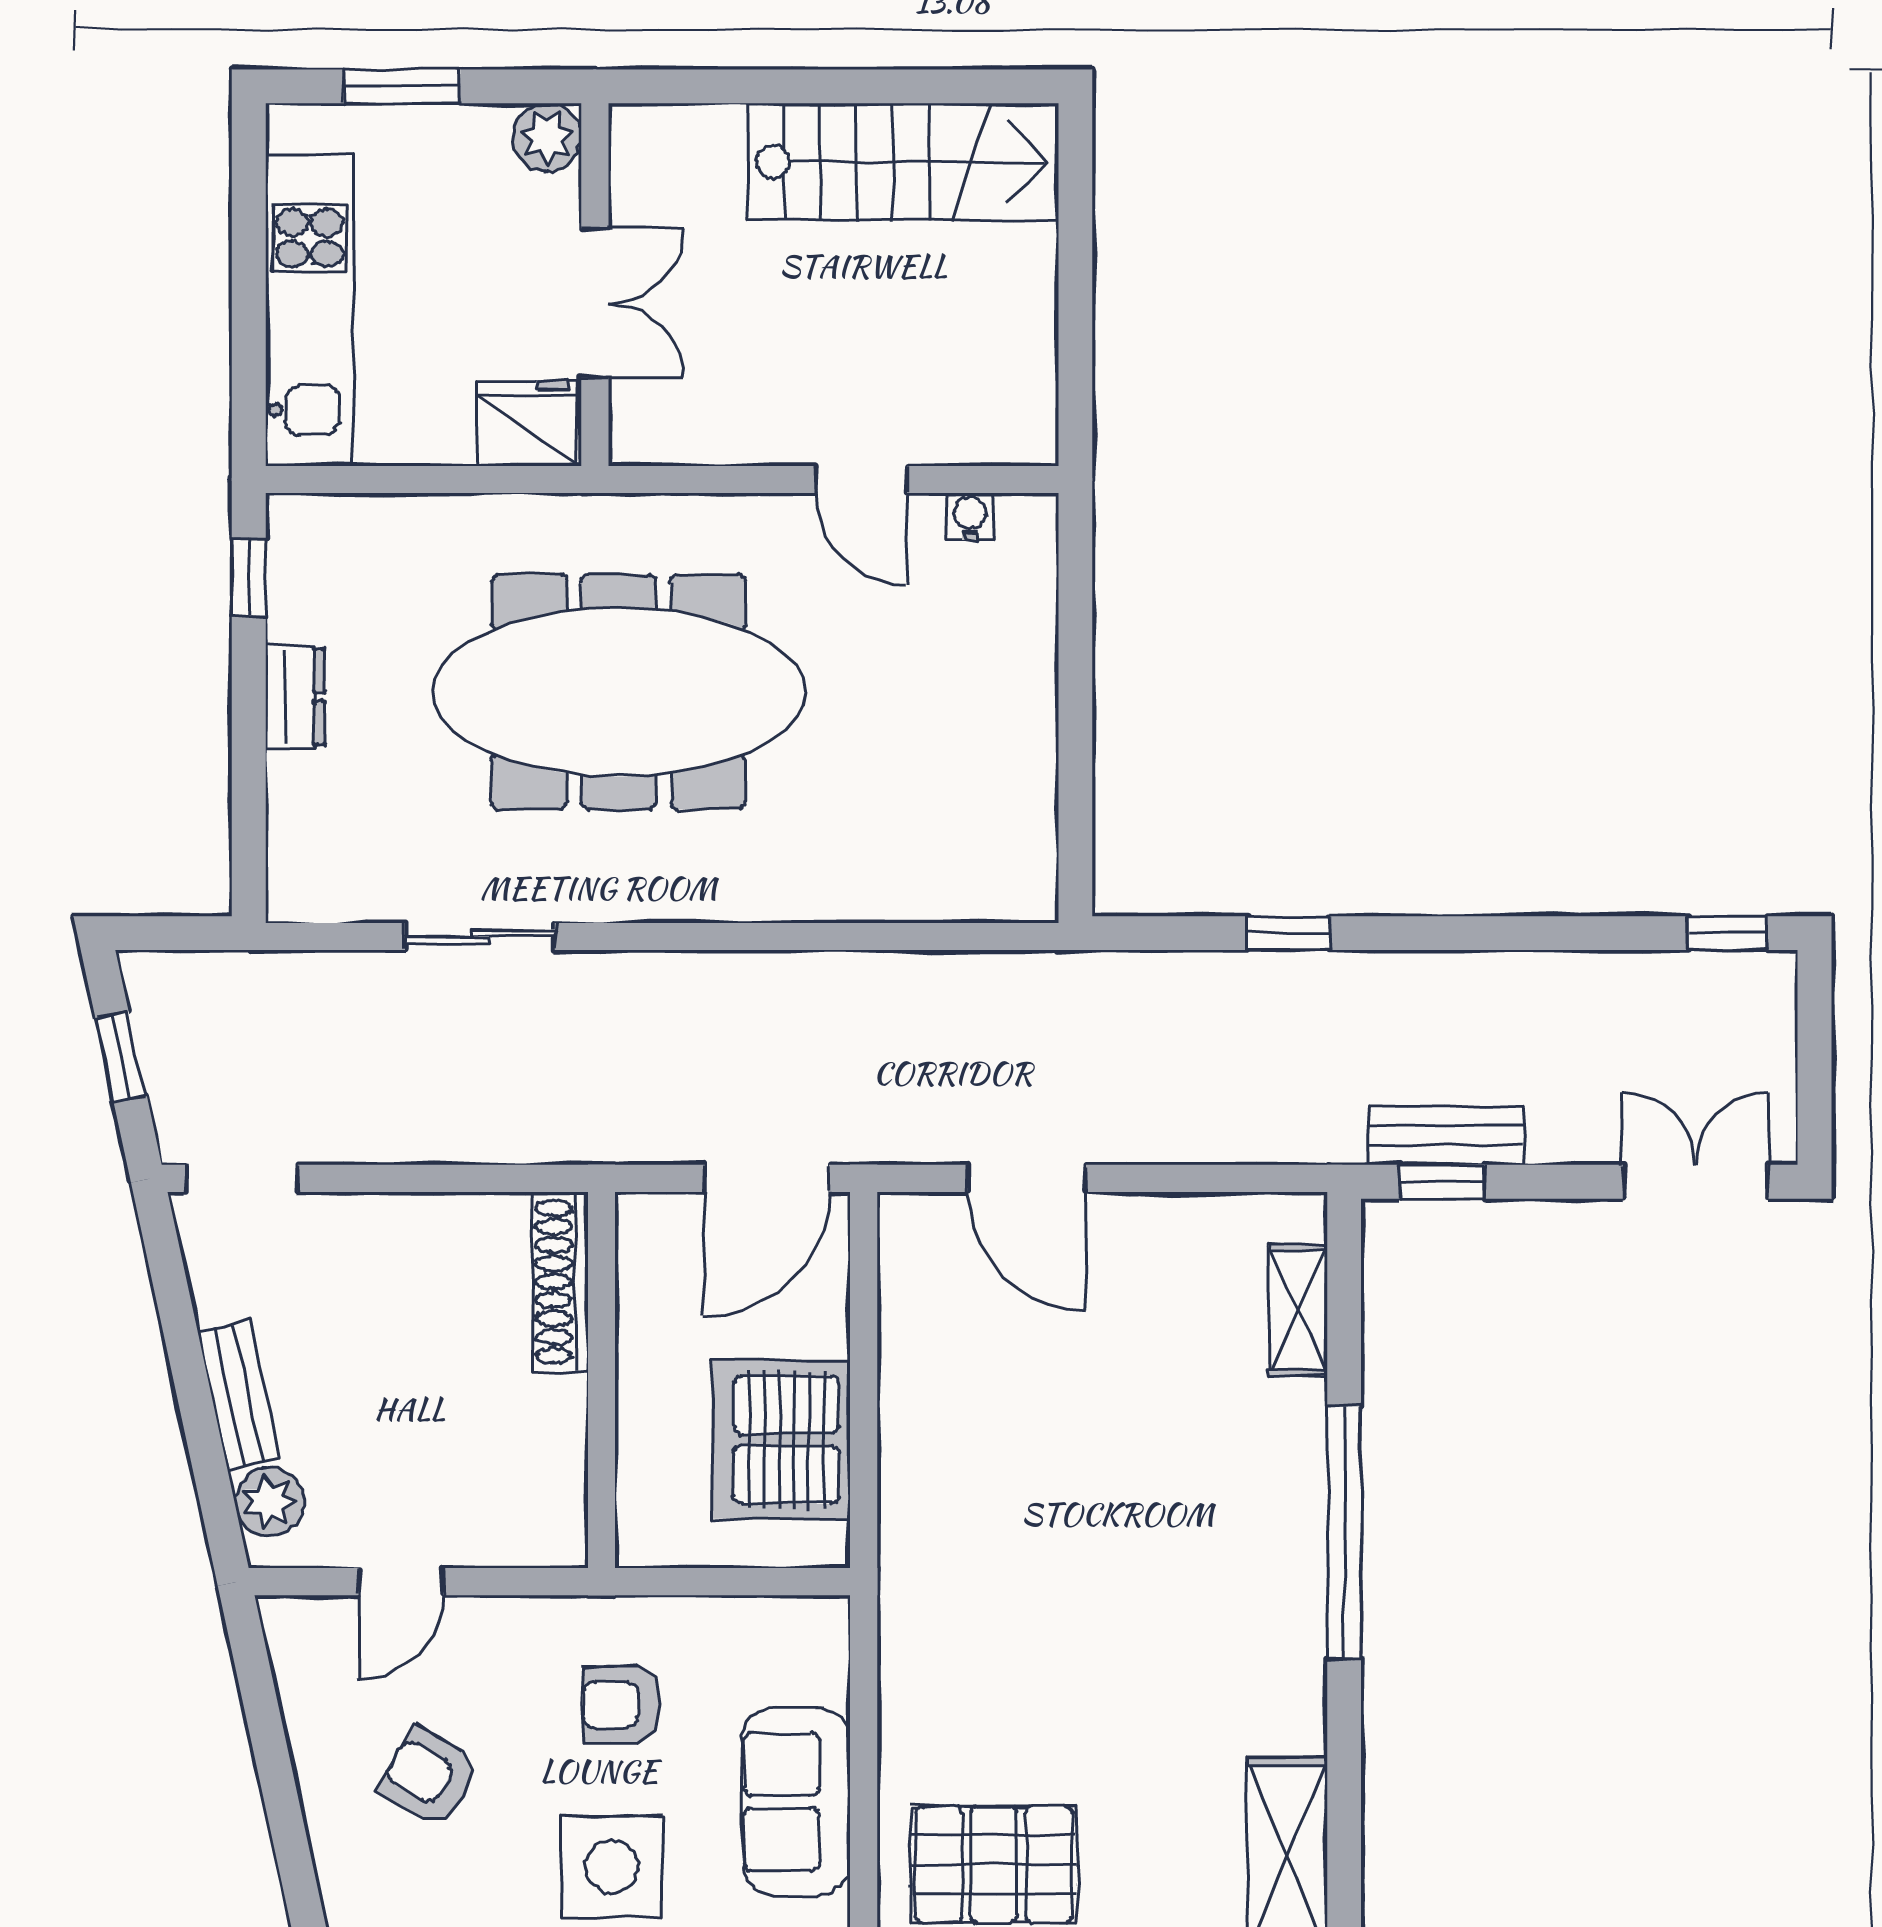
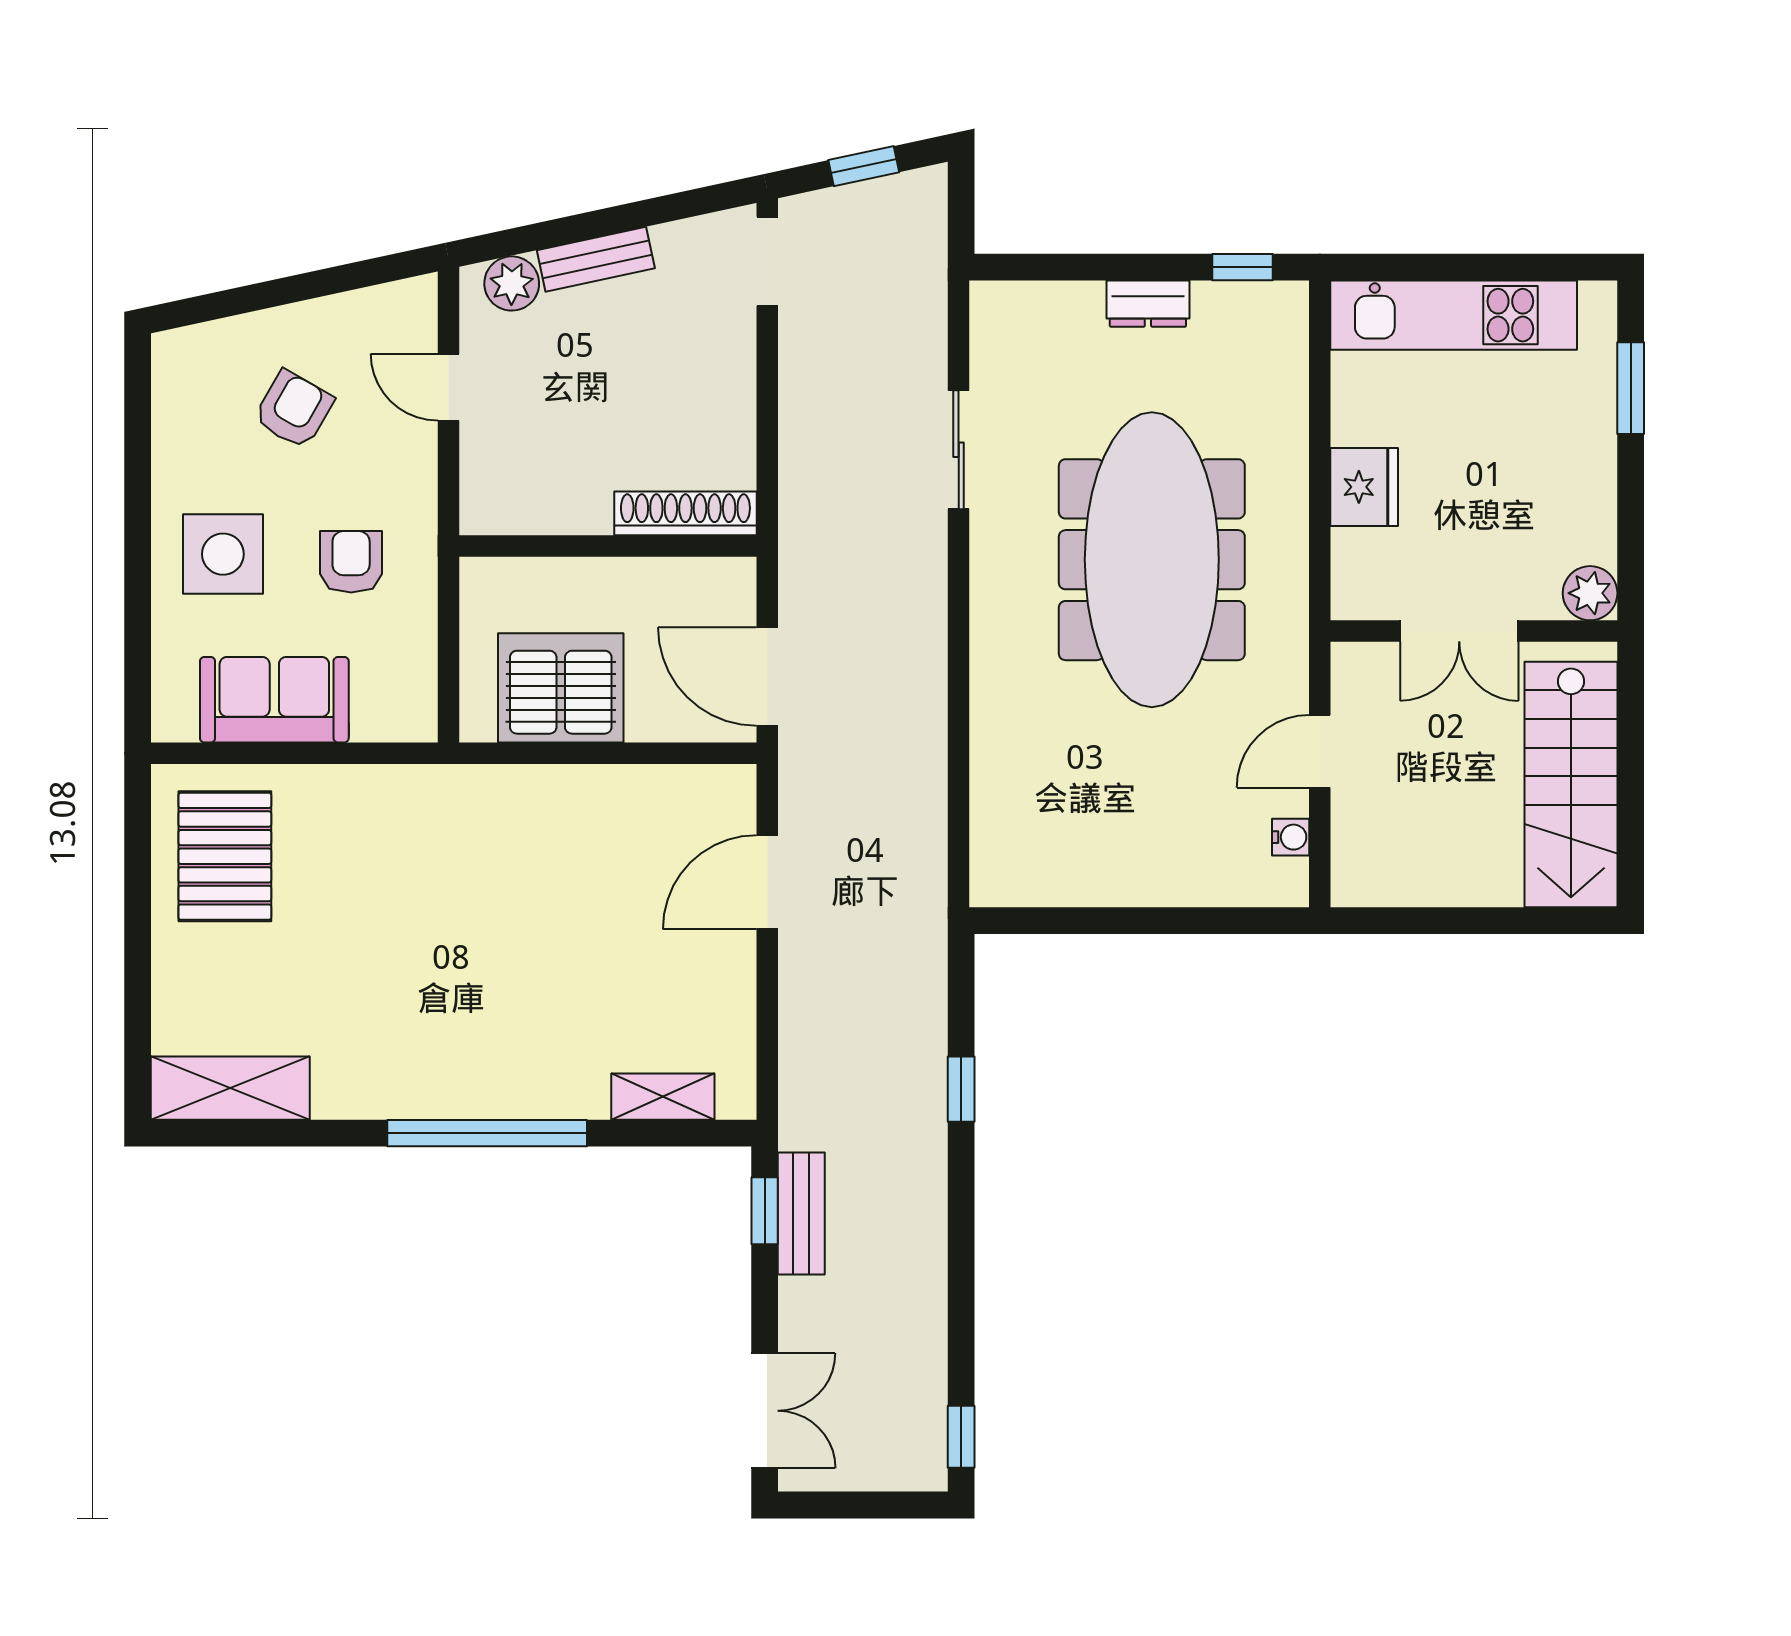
plant: (547, 138) -> (1590, 593), moved
wall: (595, 285) -> (1474, 631), moved
double door: (595, 303) -> (1459, 631), moved

